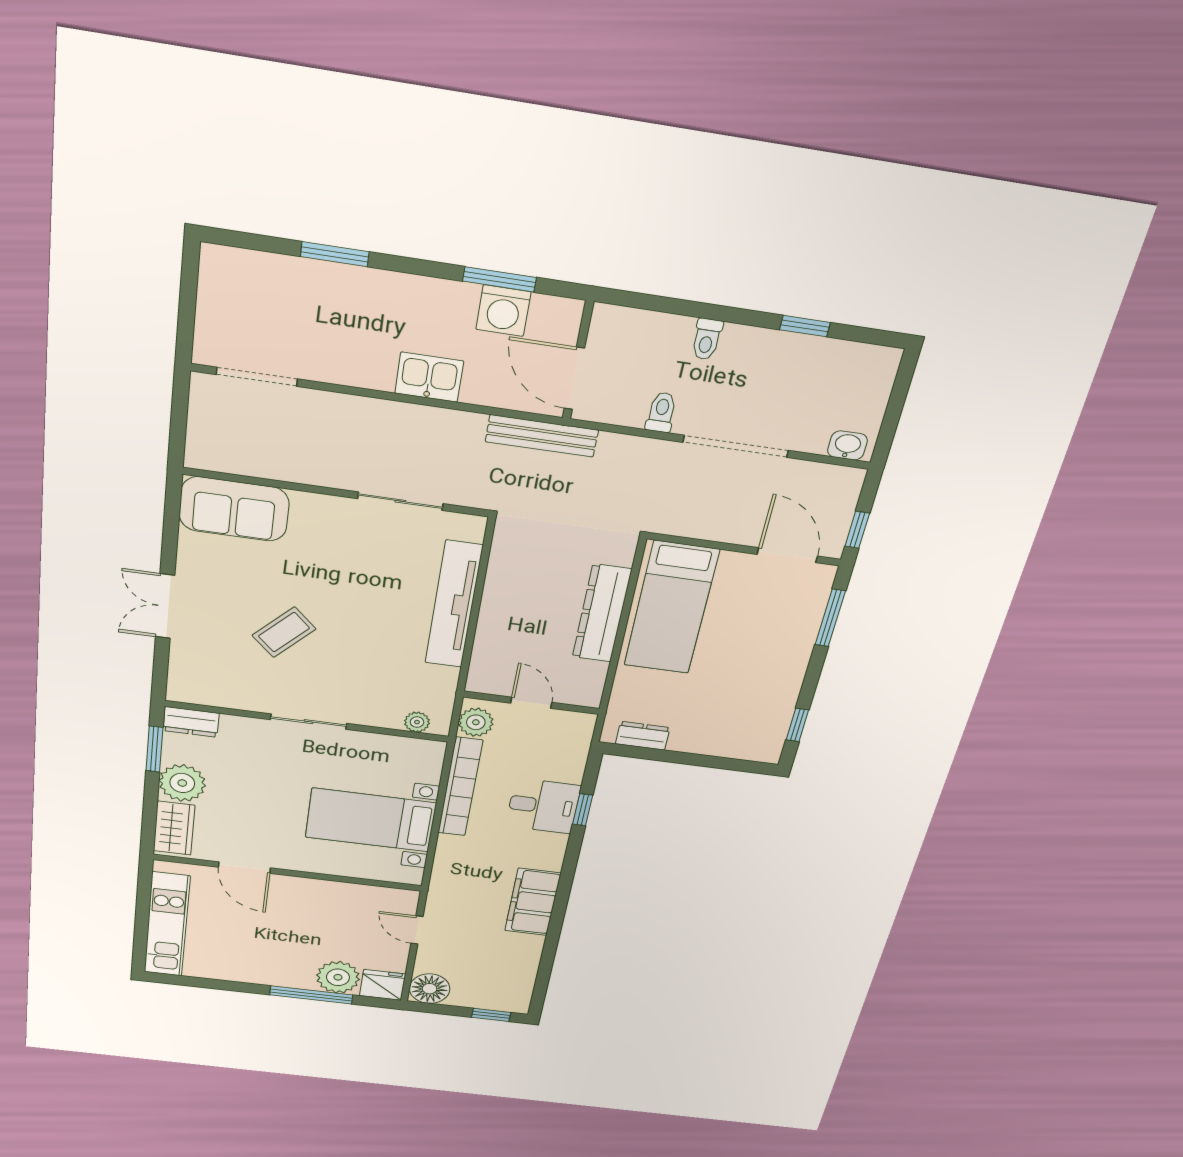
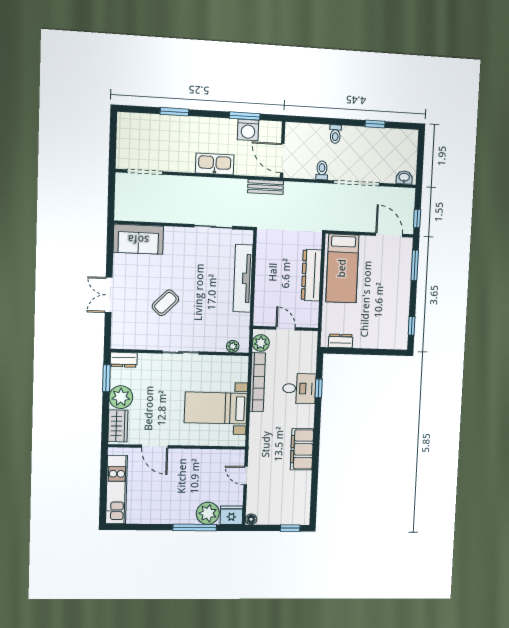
kitchen sink: (429, 377) -> (215, 164), width x1.38
bench: (542, 436) -> (266, 187), width x0.73
floor lamp: (430, 989) -> (251, 519), width x0.53, depth x0.53

